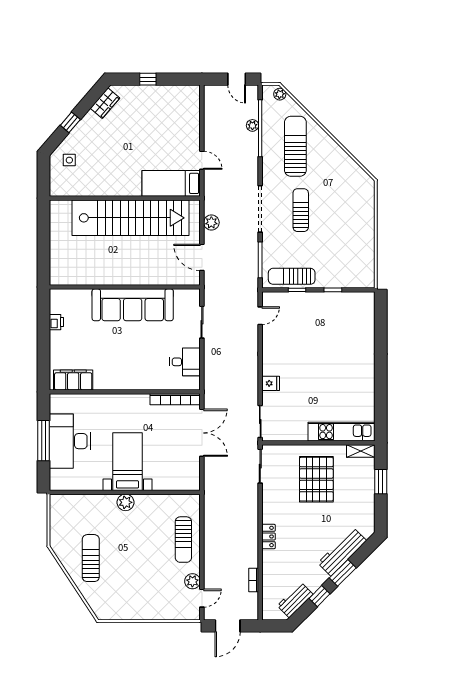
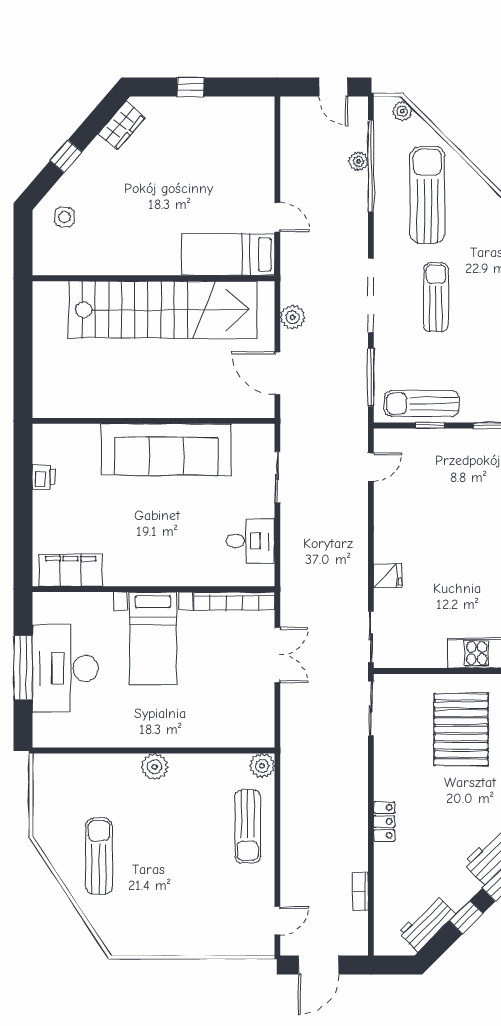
double door: (202, 433) -> (277, 655), width x0.73
bed with nightstands: (127, 462) -> (153, 638), moved, turned 180
plant: (192, 581) -> (262, 766), moved

